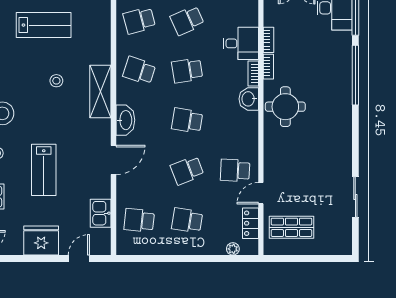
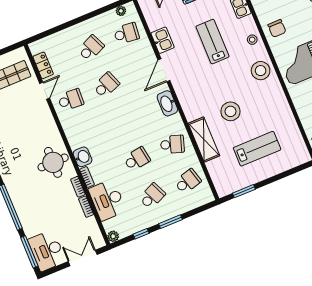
lab bench: (44, 25) -> (257, 149), turned 180
desk: (241, 43) -> (107, 200), width x1.37
stool: (56, 81) -> (230, 111), width x1.89, depth x1.89
shelving: (100, 91) -> (204, 140), moved
school desk: (187, 120) -> (122, 122), removed
kitchen sink: (101, 213) -> (163, 40), moved
school desk: (187, 220) -> (91, 48), turned -33
plant: (233, 249) -> (121, 11), moved

